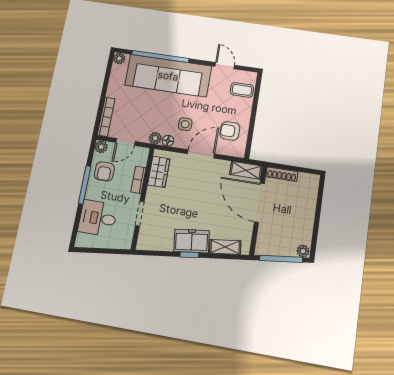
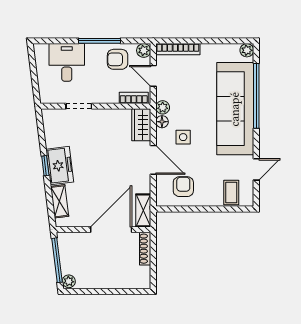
wardrobe: (159, 172) -> (141, 125), moved, turned 90
bookcase: (138, 180) -> (134, 98), moved

